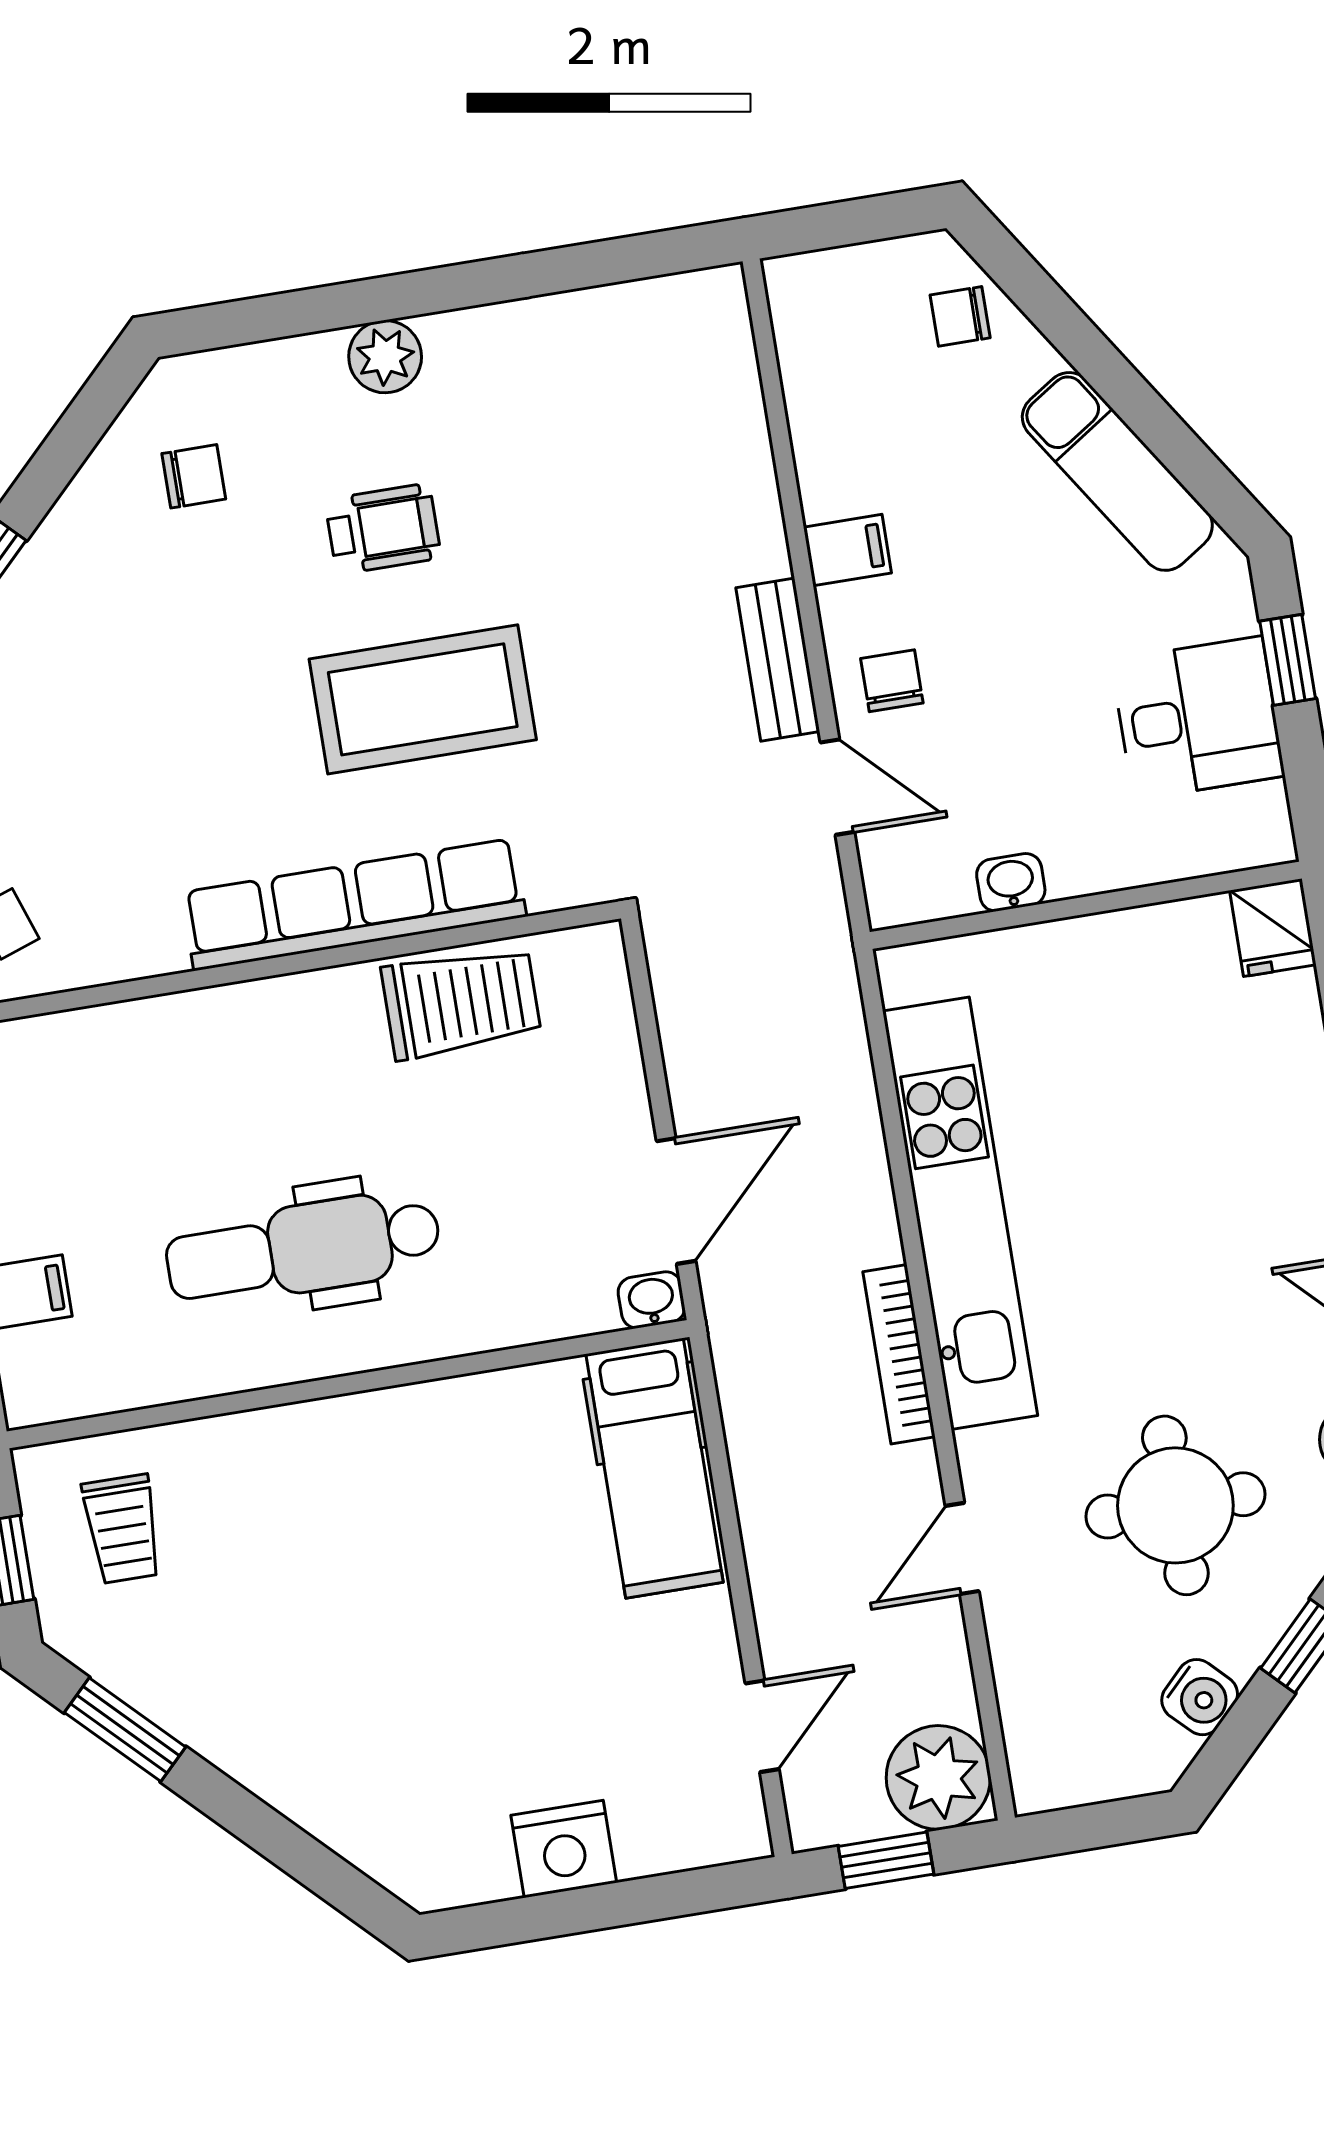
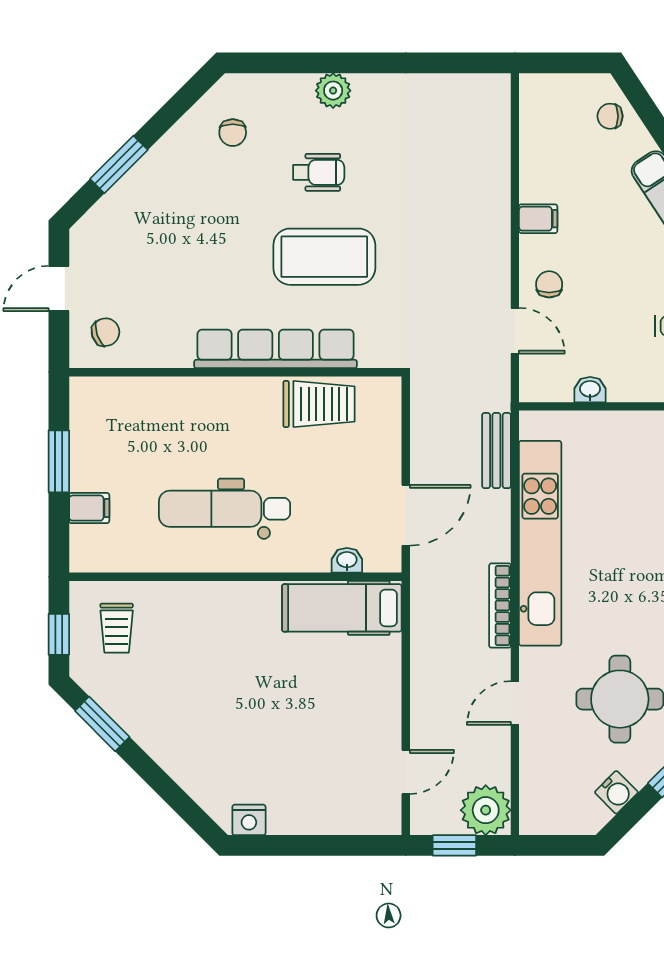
chair: (194, 476) -> (233, 133), turned 90
bench: (778, 660) -> (496, 451), moved
washbasin: (651, 1300) -> (347, 560), moved
hospital bed: (654, 1468) -> (342, 608), moved, turned 90
nightstand: (564, 1849) -> (249, 820), moved, width x0.74, depth x0.75

